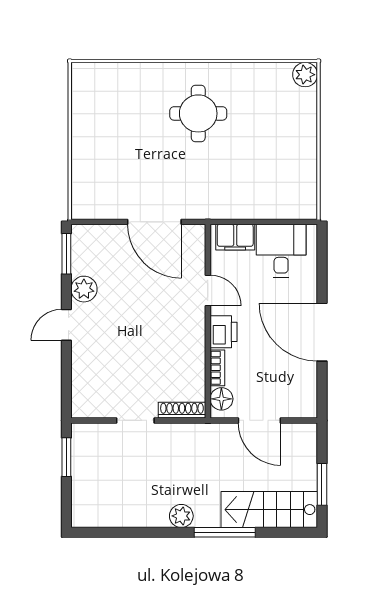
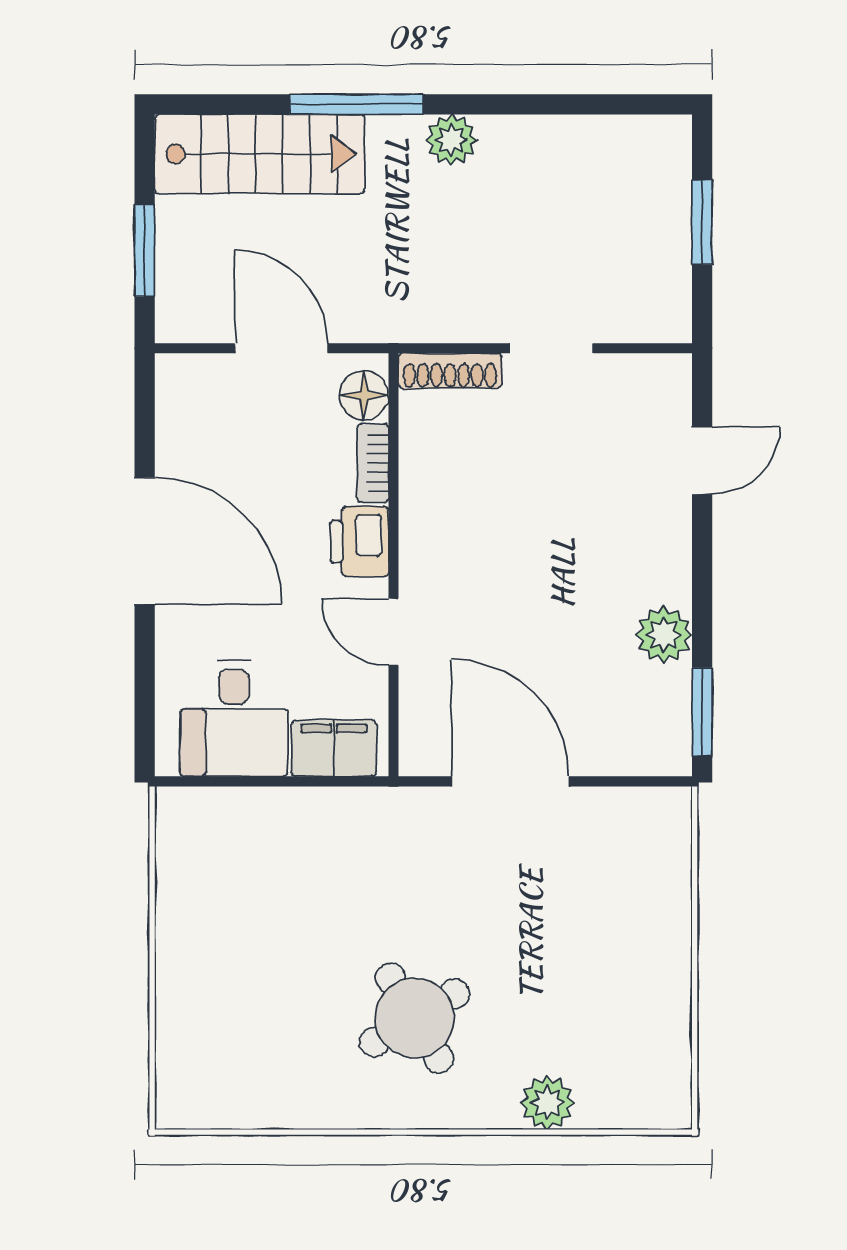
plant: (305, 75) -> (547, 1103), moved
round table: (198, 113) -> (415, 1018), turned -31
door: (66, 325) -> (702, 460), moved
window: (66, 457) -> (702, 222), moved
window: (322, 484) -> (145, 251), moved

